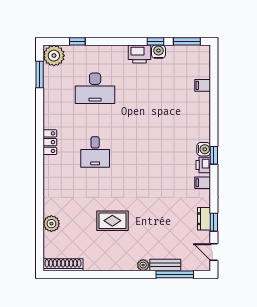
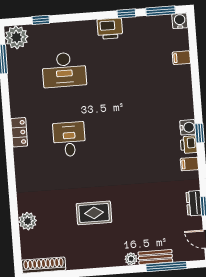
water cooler: (158, 52) -> (180, 21), moved
desk: (95, 152) -> (69, 139), turned 180

